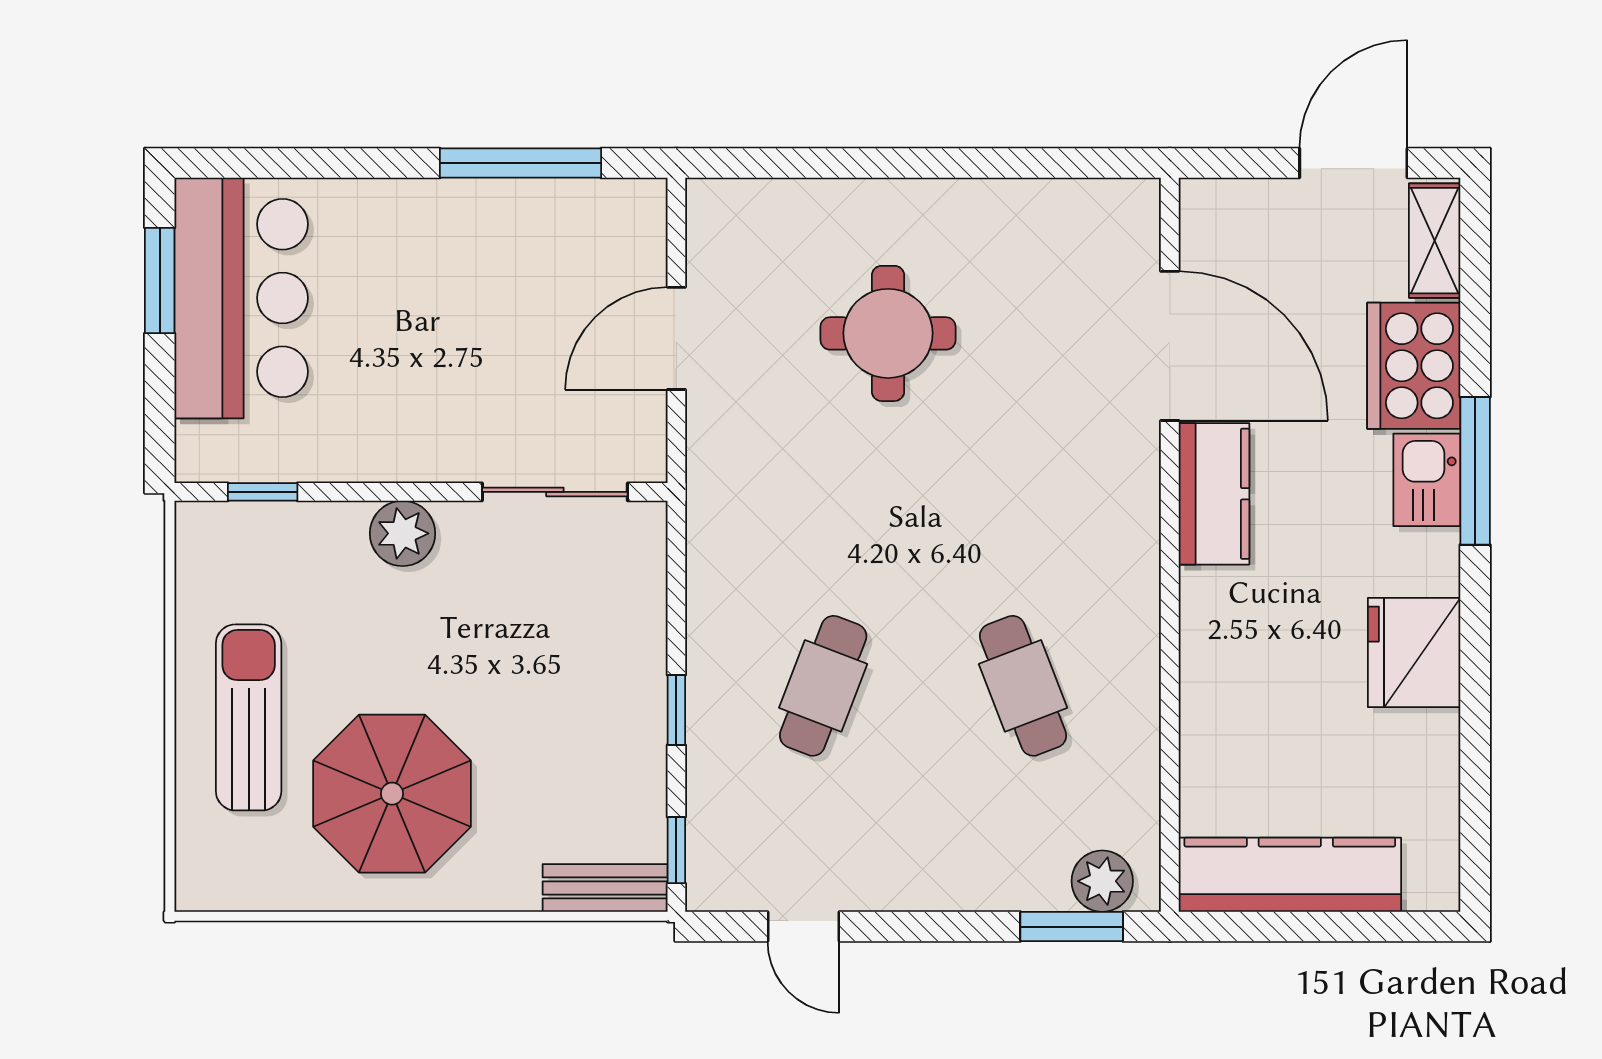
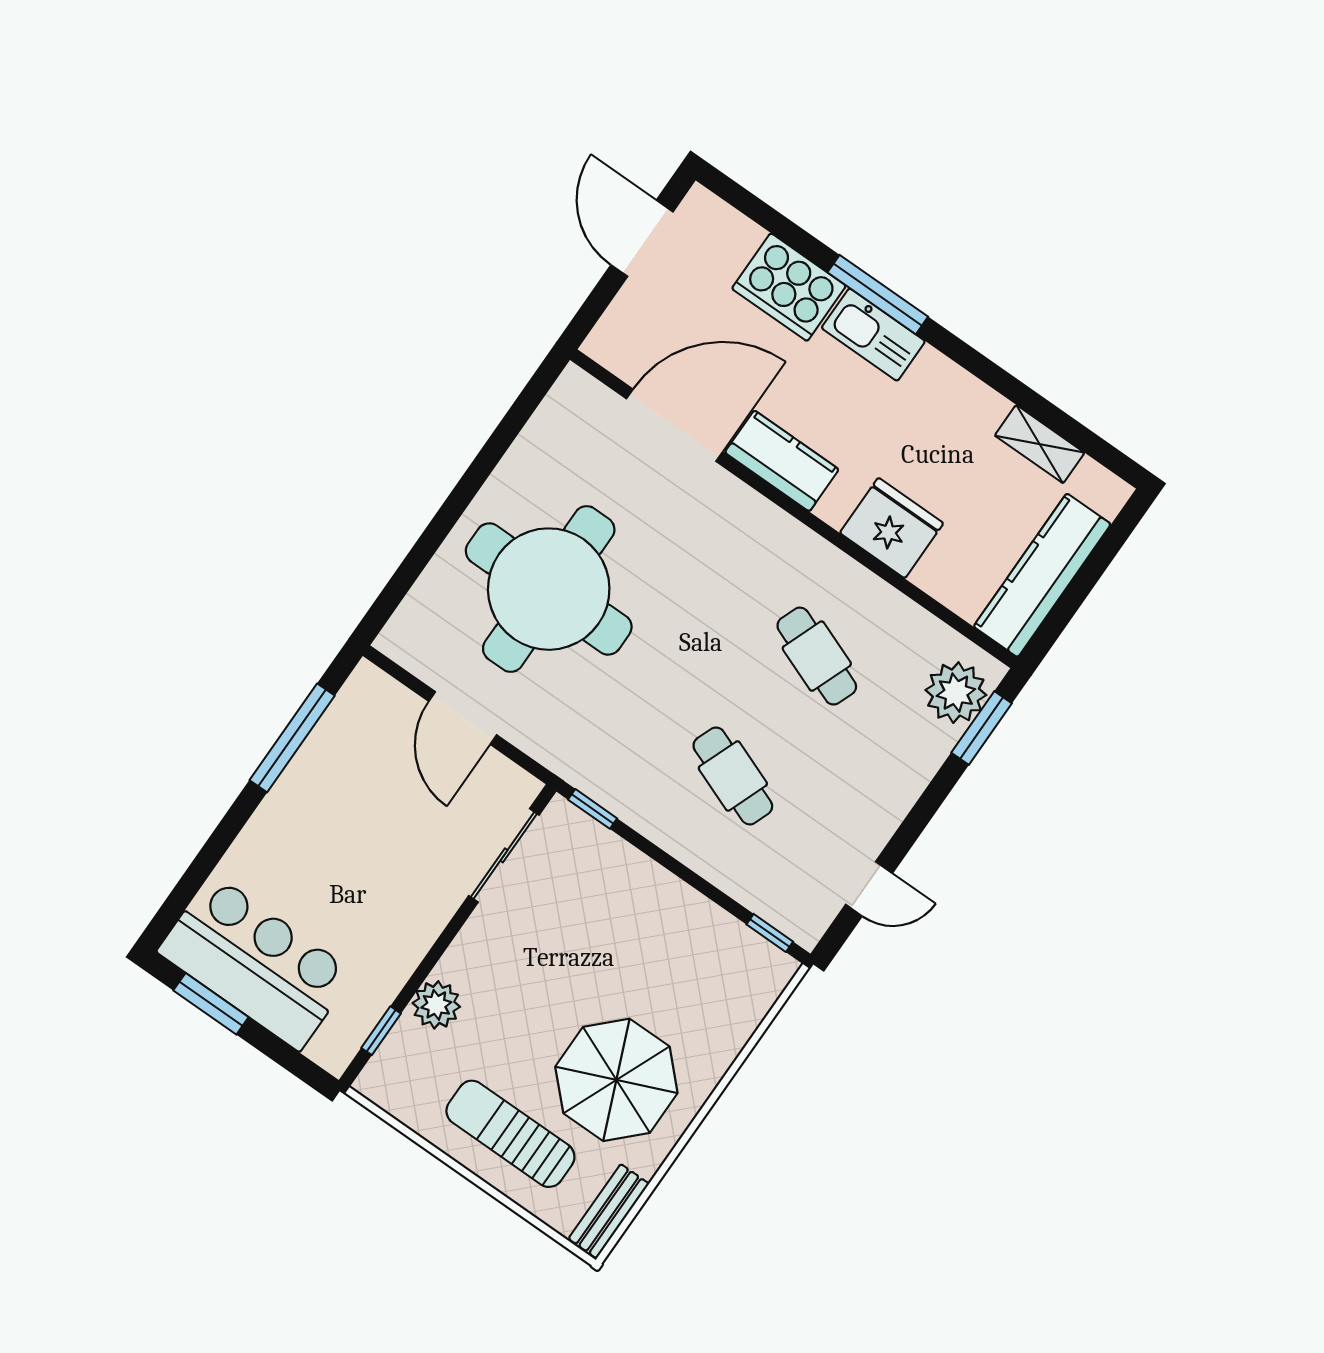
shelving: (1435, 241) -> (1040, 444), moved
round table: (888, 333) -> (549, 589), width x1.86, depth x1.86
kitchen sink: (1427, 480) -> (873, 335), width x1.38
plant: (403, 533) -> (436, 1005), moved
fridge: (1414, 652) -> (892, 528), moved, turned 180
cafe table: (1023, 686) -> (817, 656), turned 42
window: (676, 710) -> (593, 809), moved
plant: (1102, 881) -> (956, 693), width x1.36, depth x1.36
bench: (605, 888) -> (609, 1211), moved

